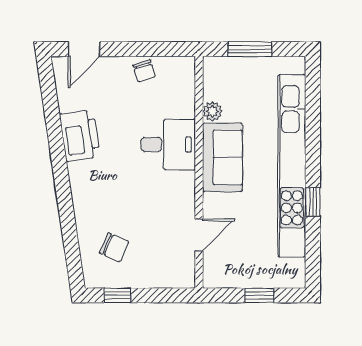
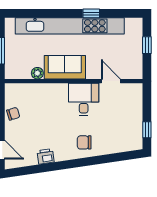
printer: (80, 136) -> (46, 156), width x0.53, depth x0.68
desk: (168, 145) -> (84, 99), moved
chair: (114, 247) -> (84, 142), moved, turned -113

